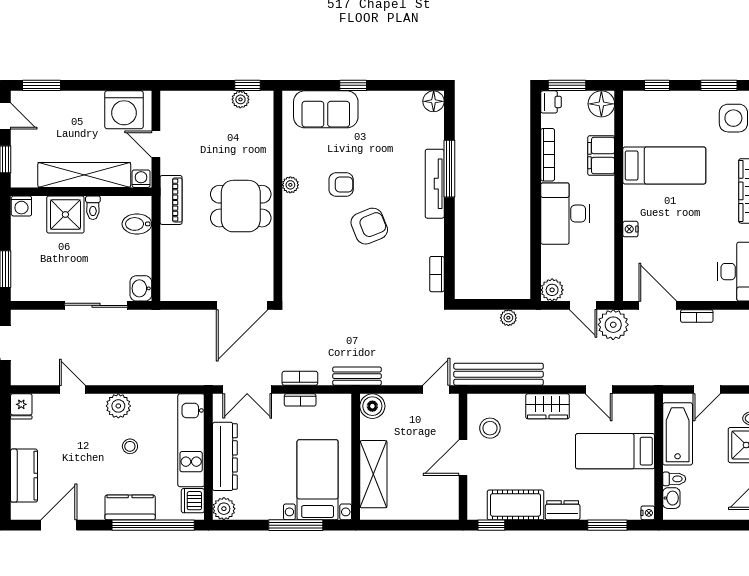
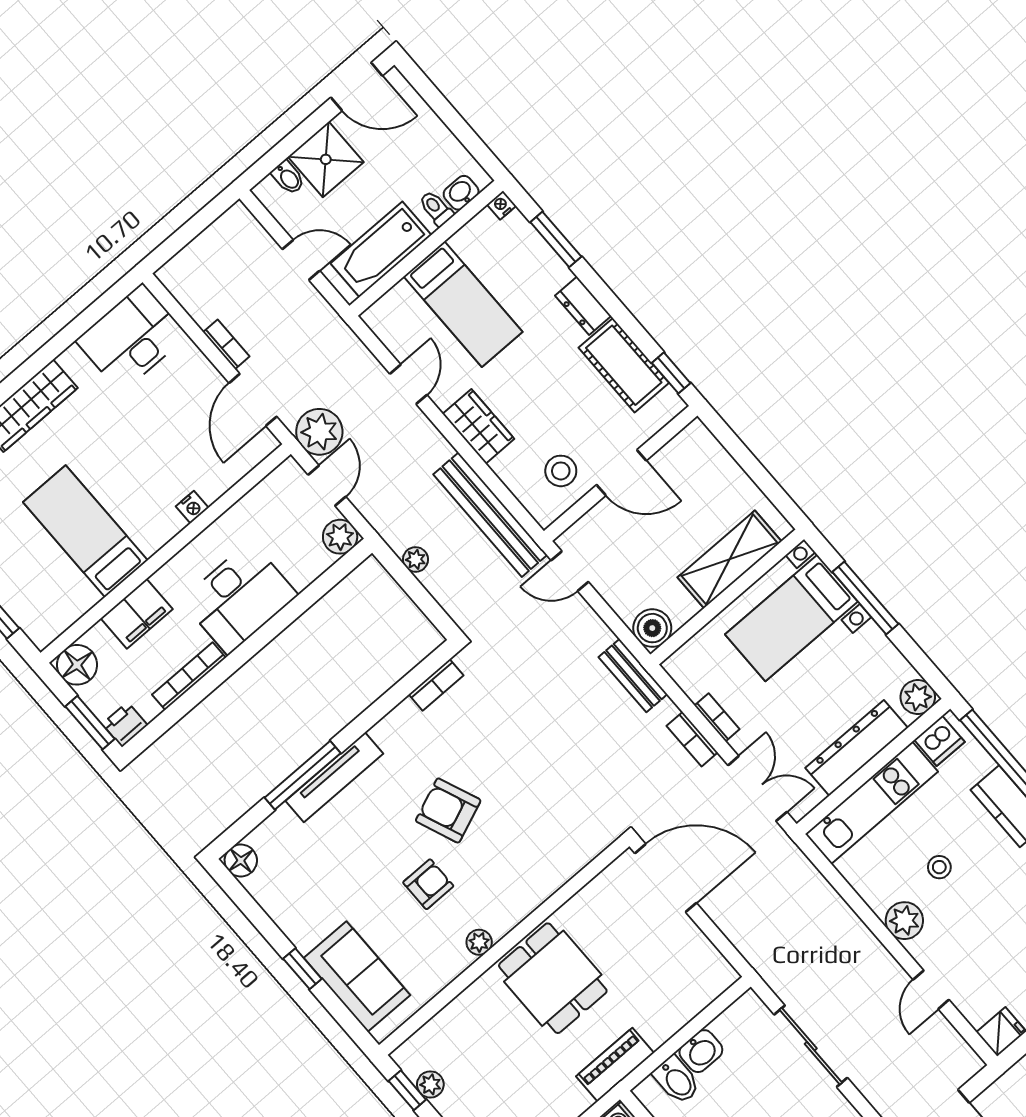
armchair: (341, 184) -> (428, 884), turned 90
washbasin: (141, 288) -> (701, 1051), moved

